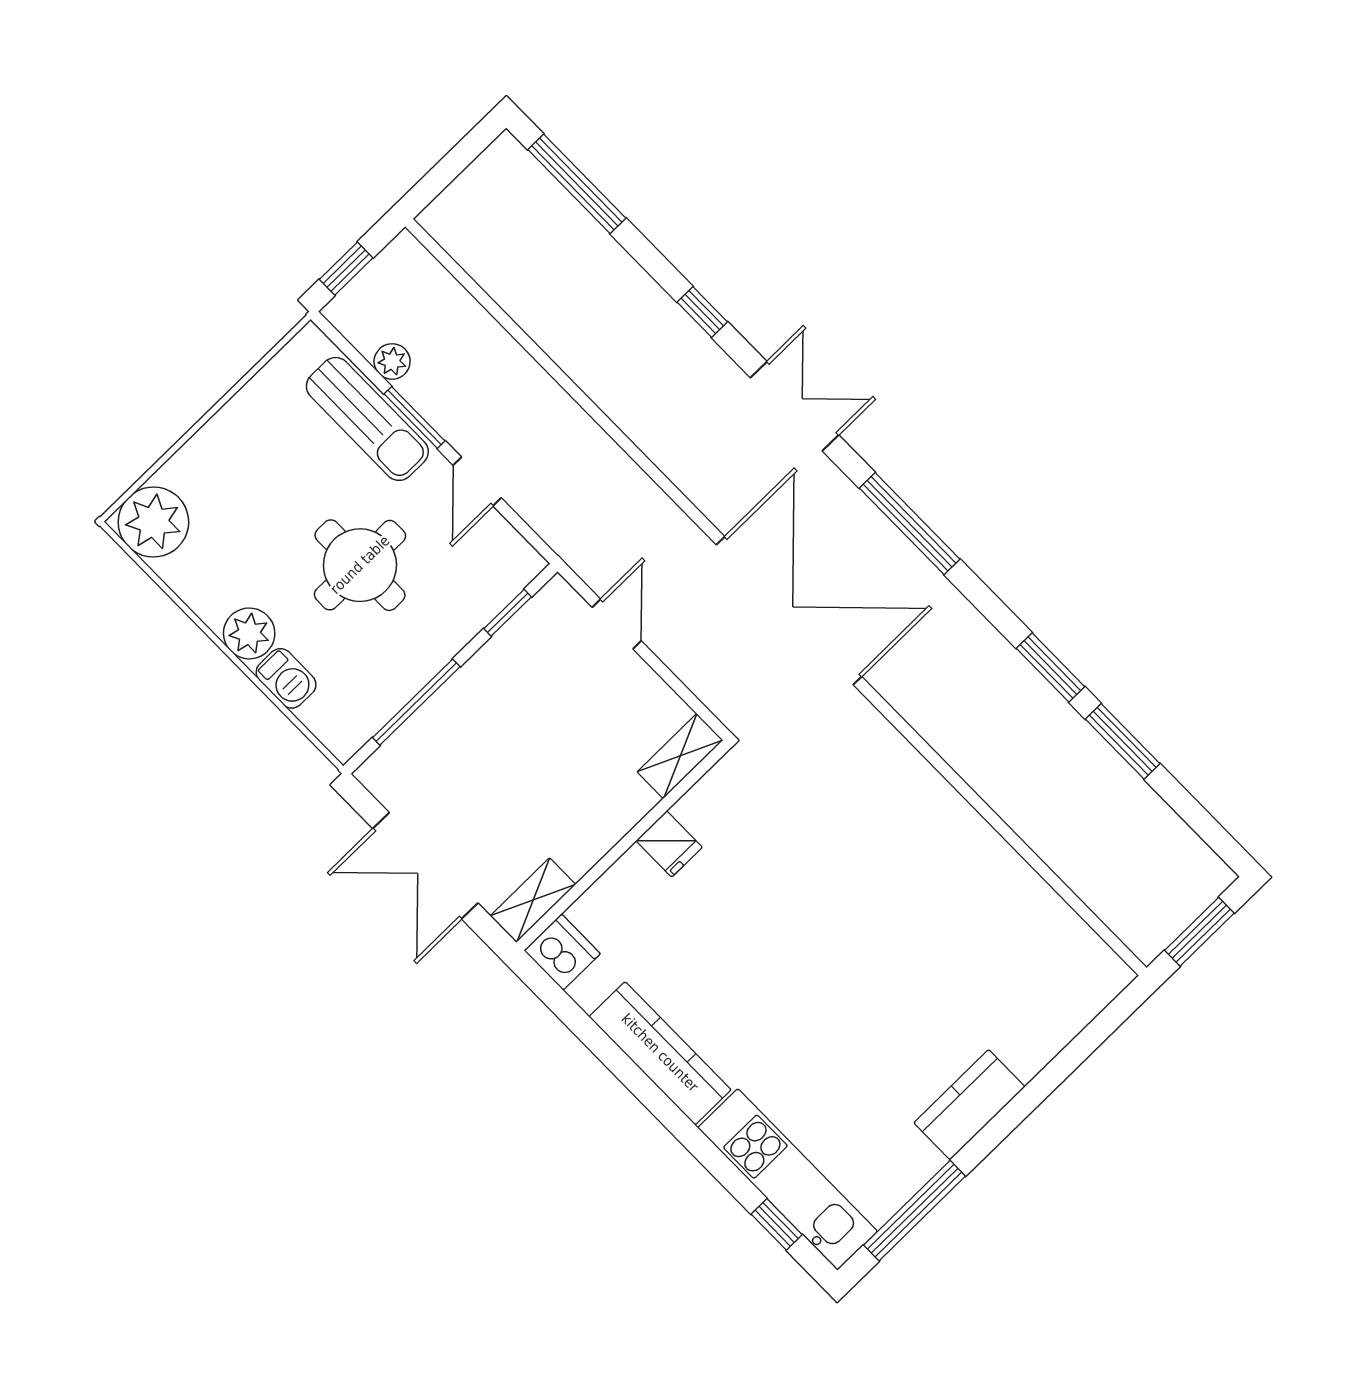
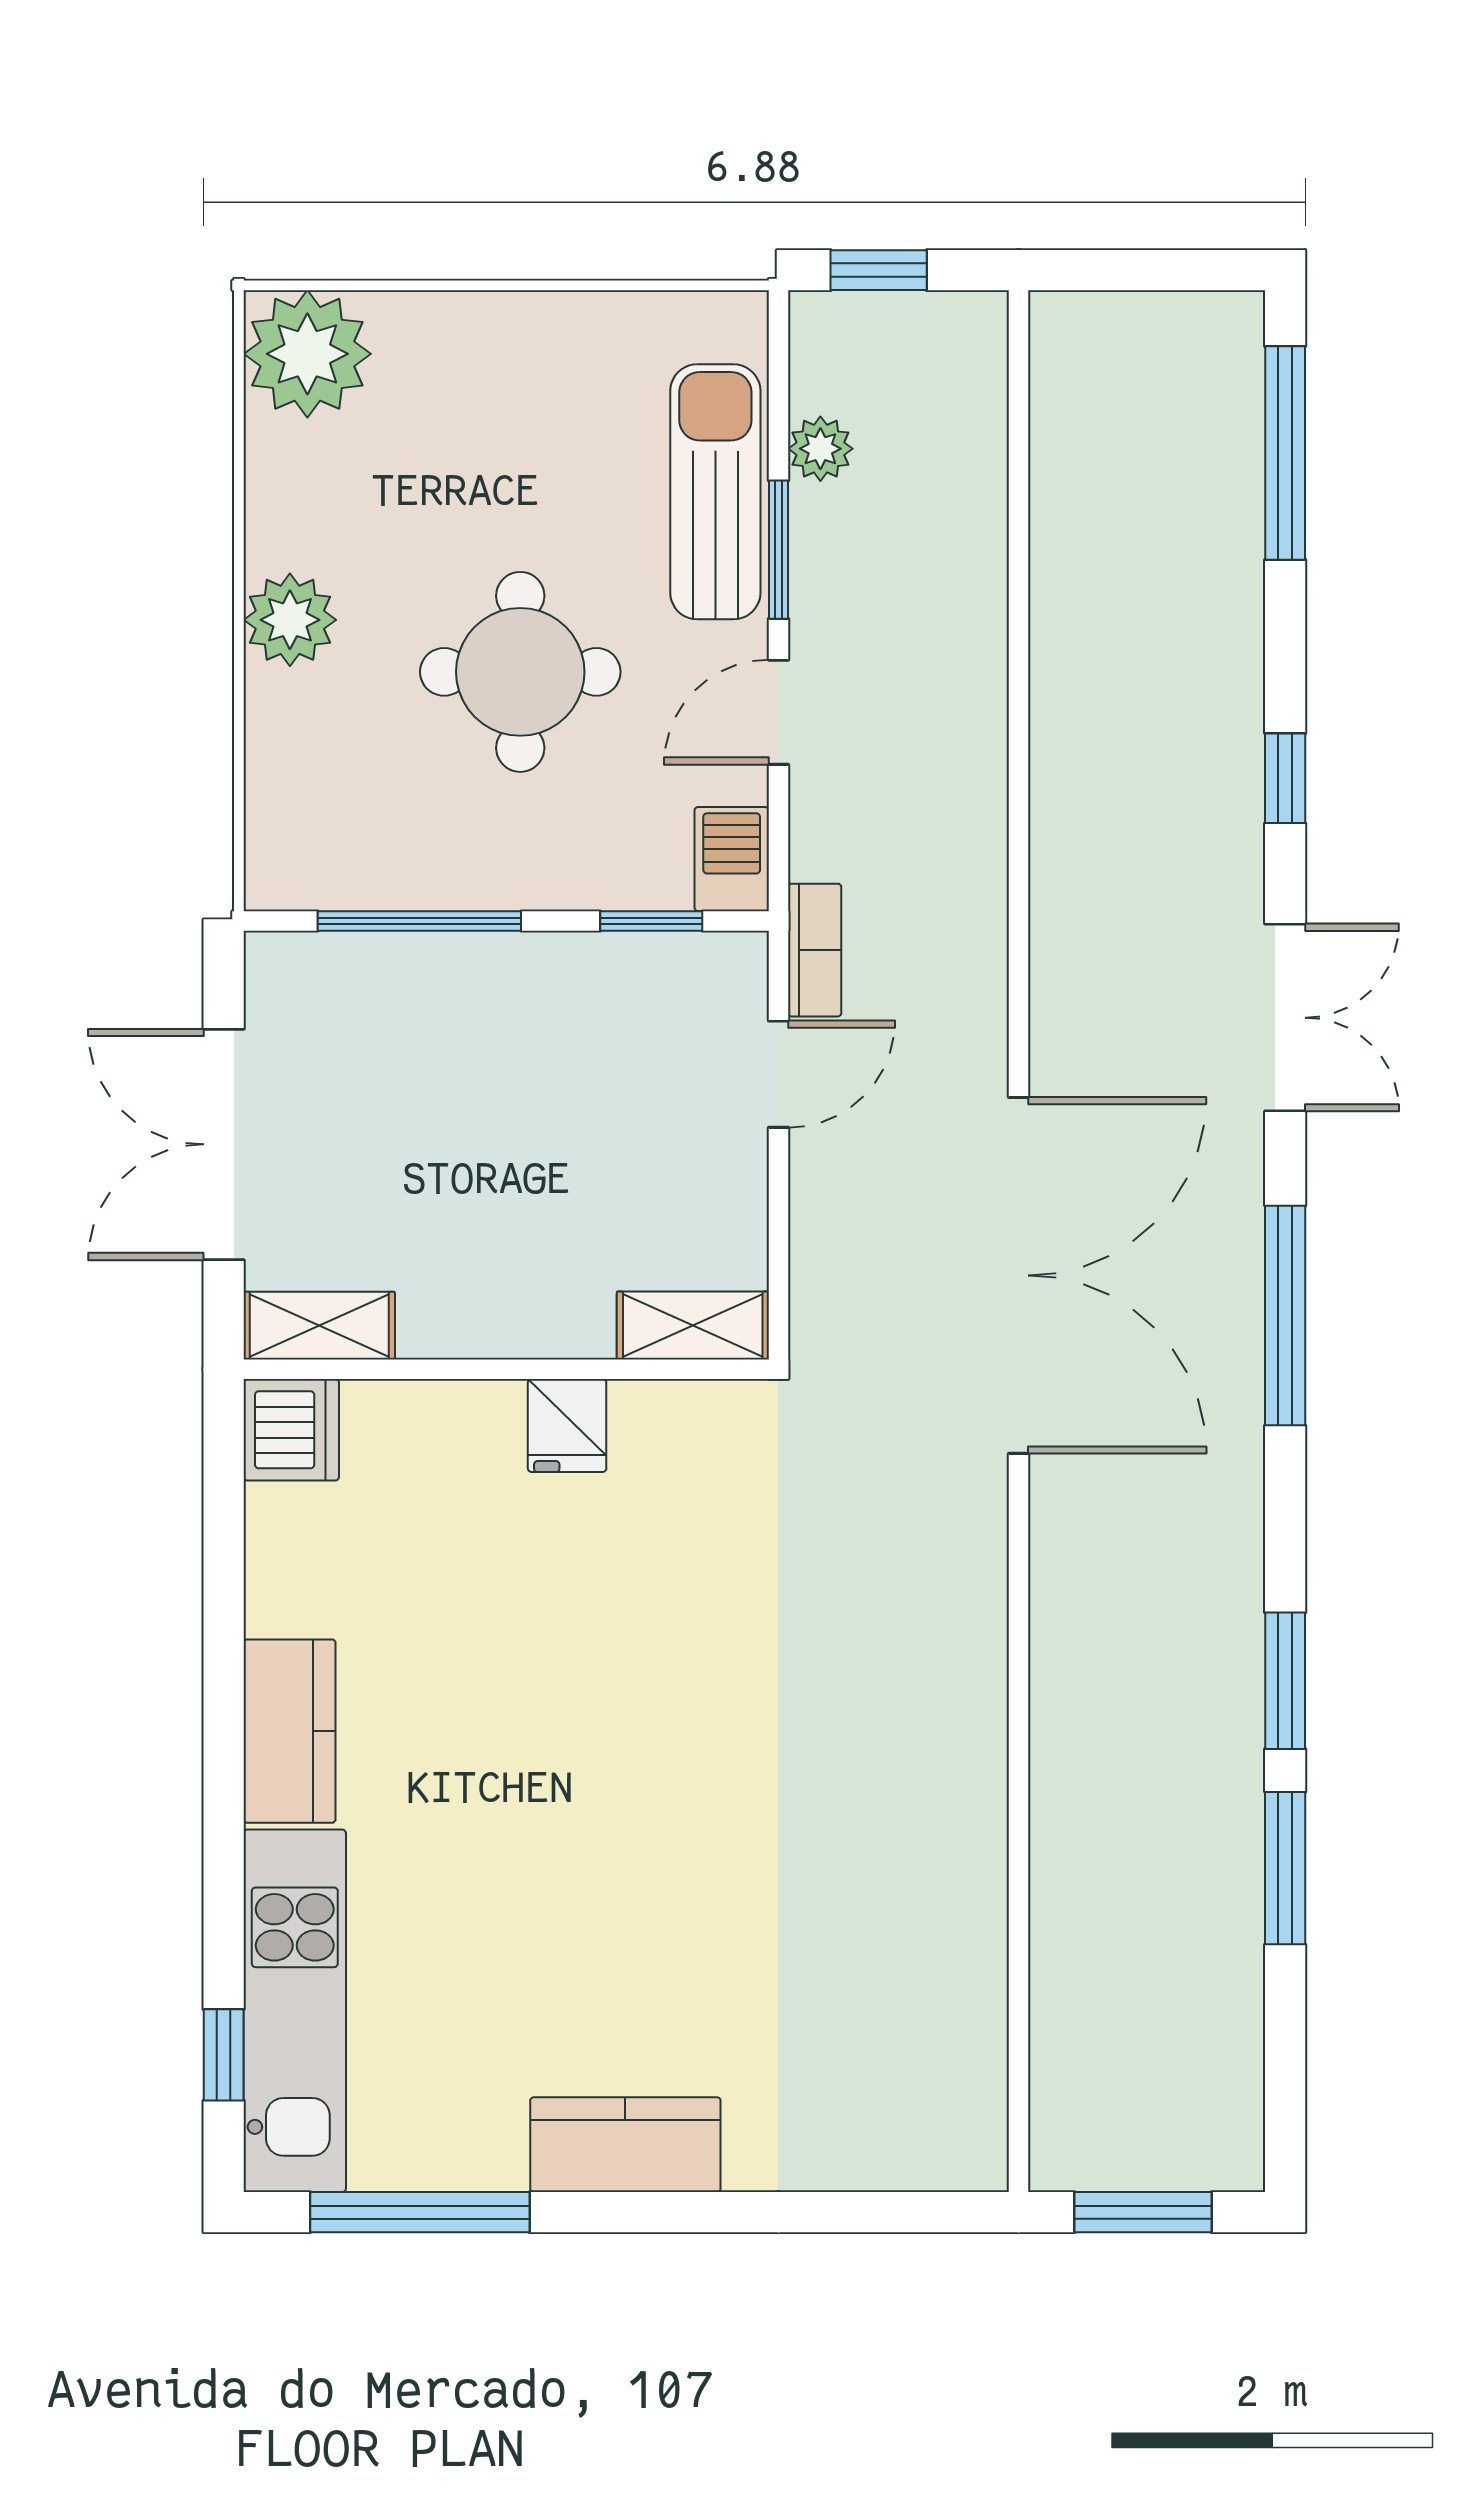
sun lounger: (367, 419) -> (715, 492), turned 180
bookcase: (583, 561) -> (815, 950), added
barbecue: (286, 678) -> (732, 859), moved, turned 180
kitchen counter: (660, 1053) -> (290, 1731), width x0.67

